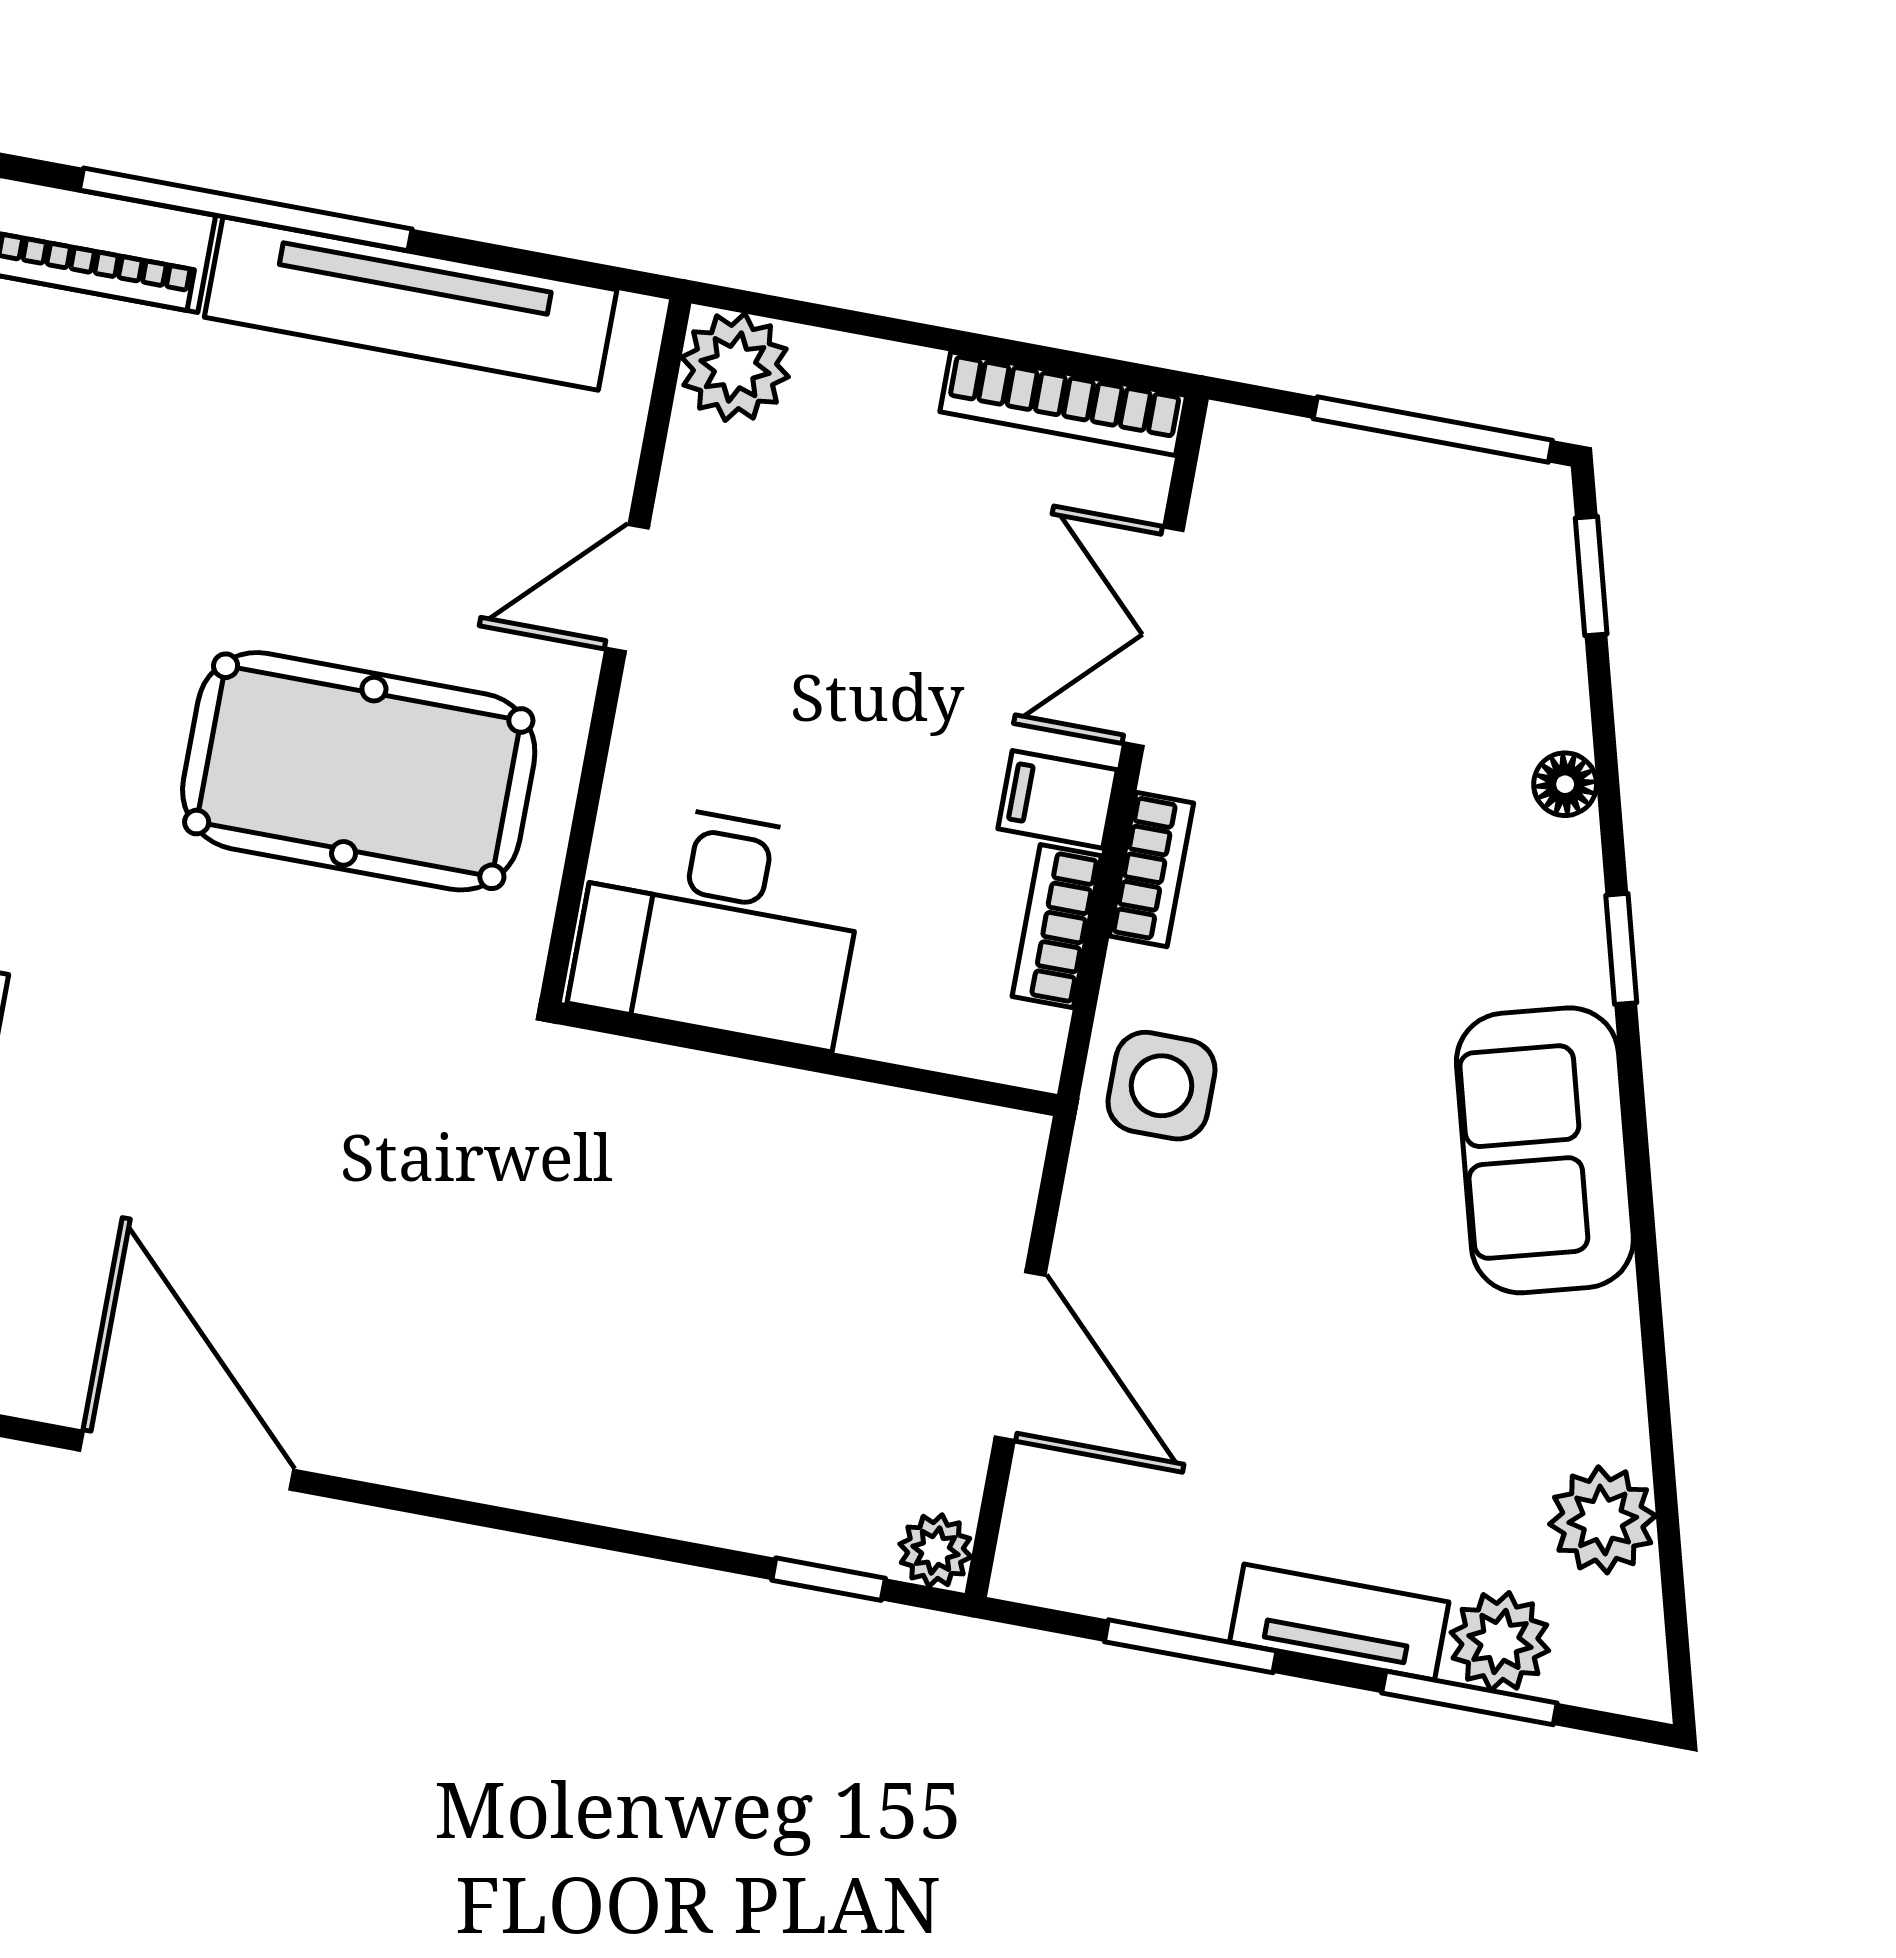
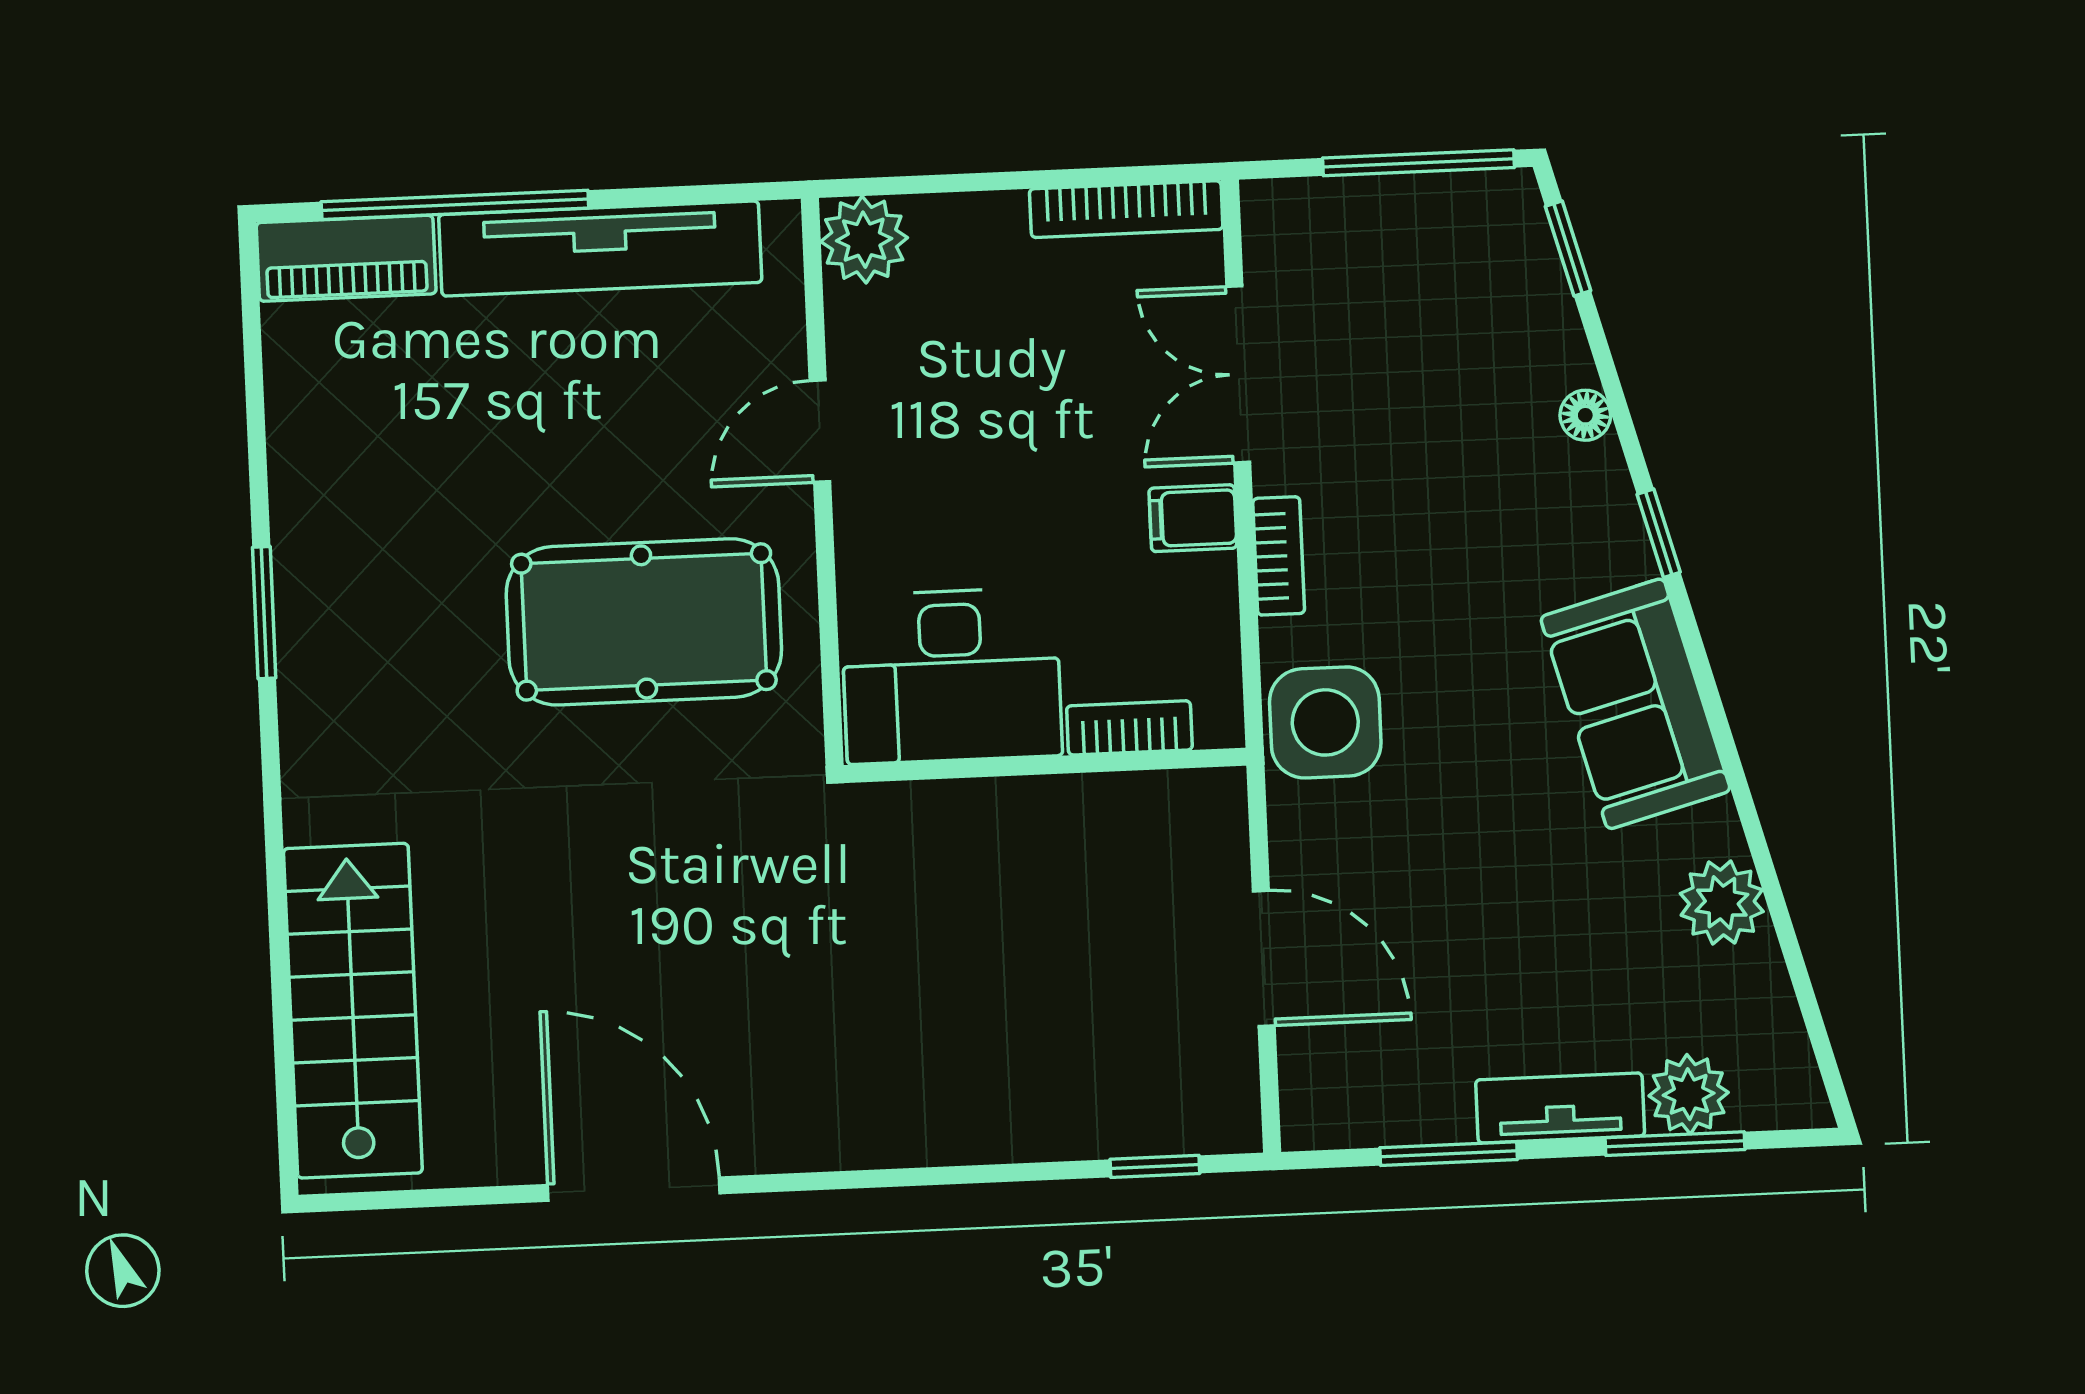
bookcase: (1057, 926) -> (1129, 728), moved, turned 90
side table: (1161, 1086) -> (1325, 722), width x1.37, depth x1.37
plant: (1603, 1520) -> (1722, 903), moved
plant: (935, 1550) -> (1233, 1125), removed

